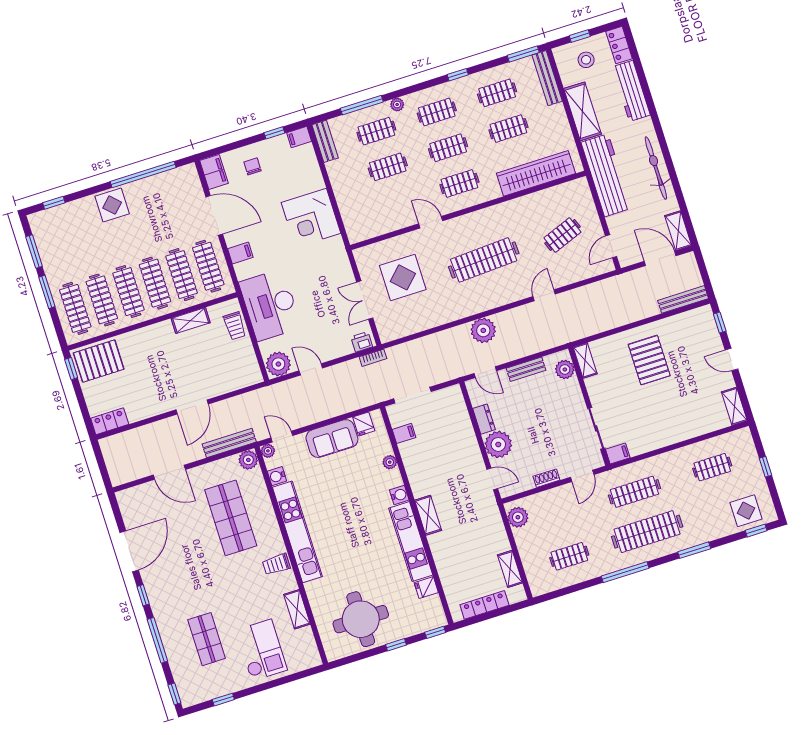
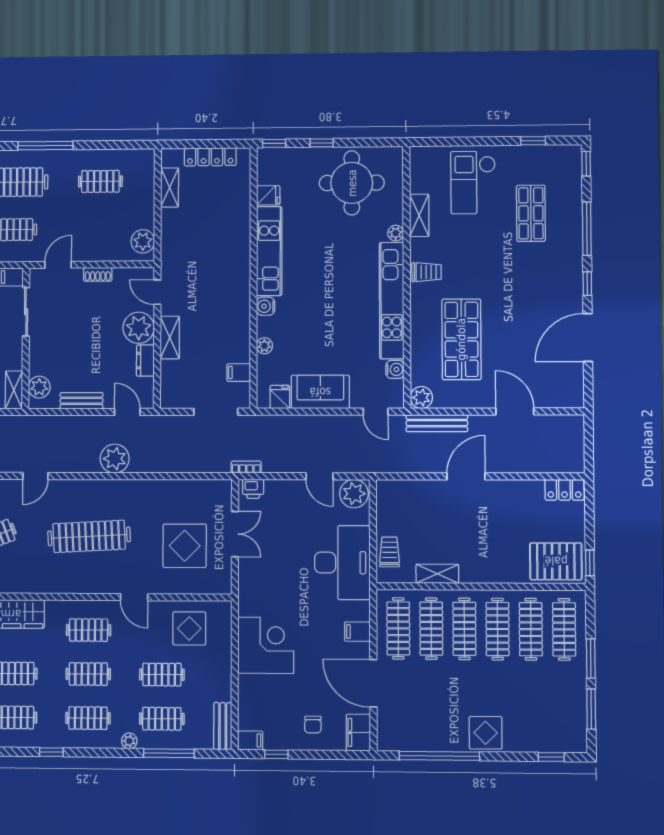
display table: (377, 211) -> (189, 628), added
plant: (268, 451) -> (396, 233), moved
shelving: (428, 515) -> (170, 338), moved

